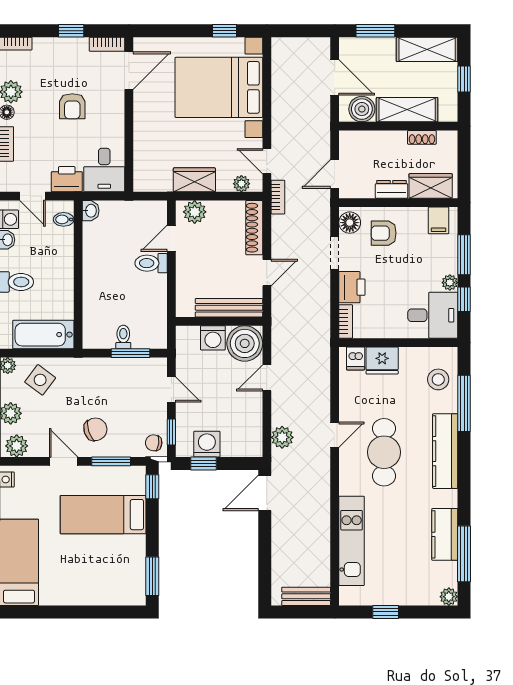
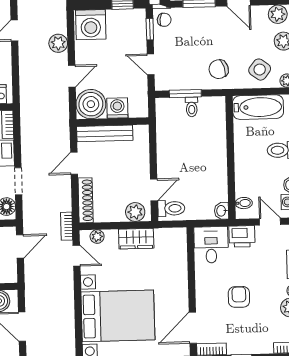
toilet: (151, 263) -> (171, 208), moved
chair: (95, 429) -> (219, 69), moved
plant: (282, 437) -> (58, 43), moved
washing machine: (207, 444) -> (91, 25), moved, width x1.37, depth x1.37

